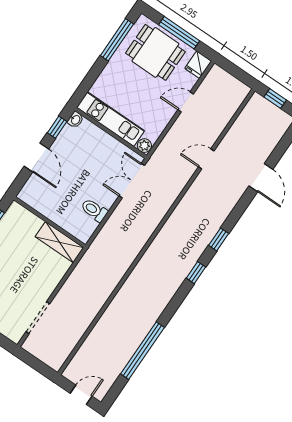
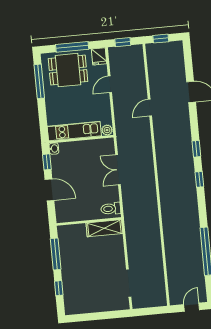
window: (234, 70) -> (123, 42), added
double door: (132, 181) -> (118, 170), moved
toilet: (94, 210) -> (111, 209), moved

